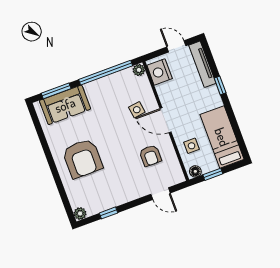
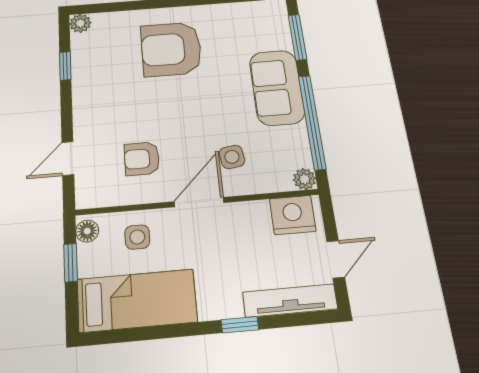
sofa: (65, 105) -> (277, 87), moved

